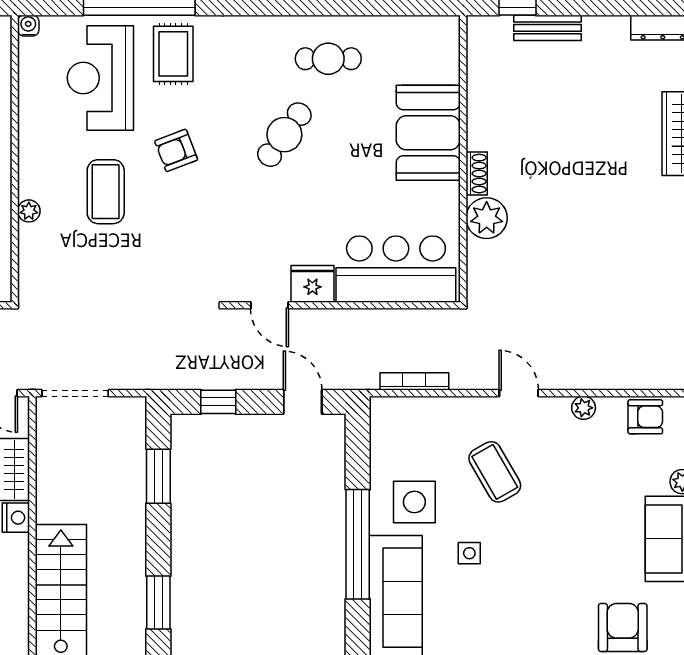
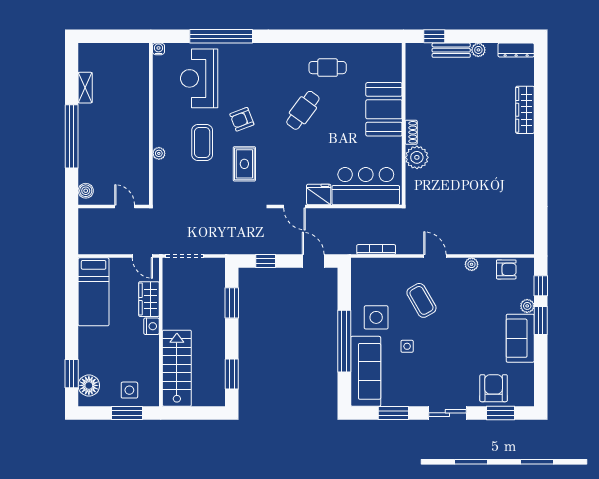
plant: (596, 27) -> (478, 50), added
rug: (173, 54) -> (244, 164), moved

